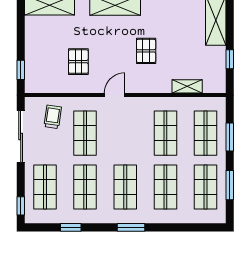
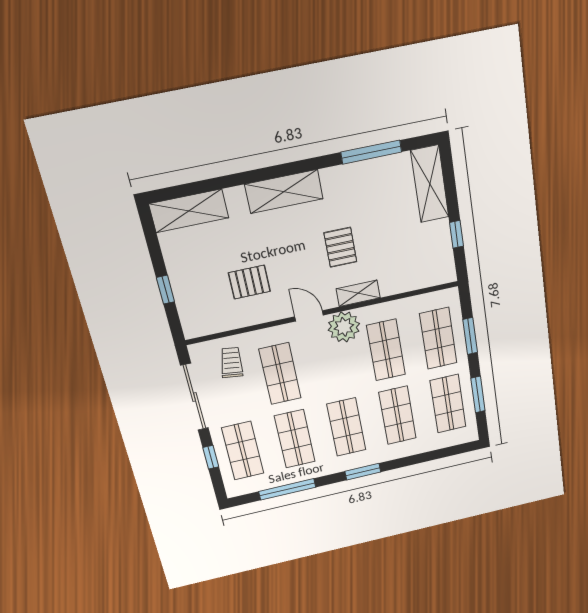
pallet: (78, 62) -> (249, 282), turned 90
window: (21, 70) -> (165, 290), moved
shelving: (187, 86) -> (358, 293), moved
door: (115, 95) -> (309, 316), hinge flipped
plant: (138, 109) -> (344, 327), added
window: (21, 206) -> (211, 457), moved
window: (71, 227) -> (287, 489), width x2.17

